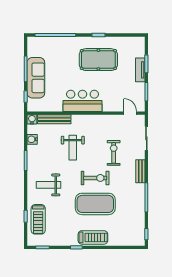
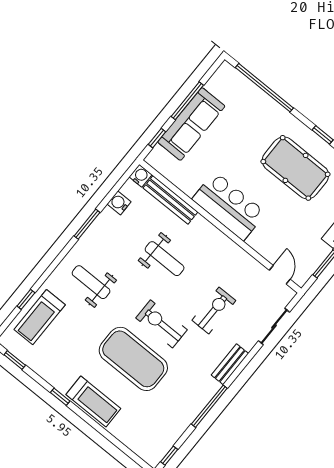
weight bench: (73, 148) -> (165, 259), turned -90
exercise bike: (95, 178) -> (162, 324), turned 180

